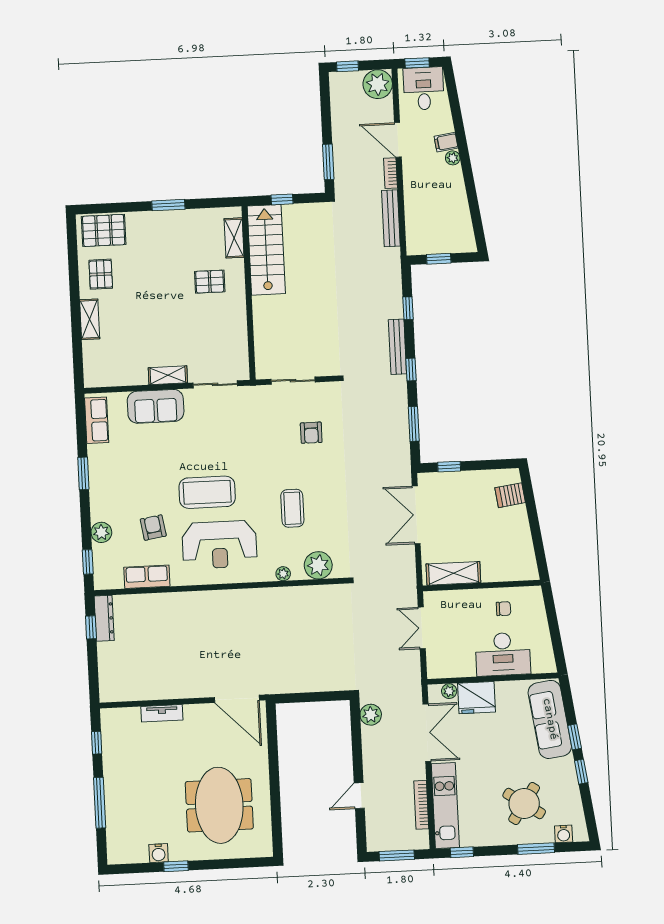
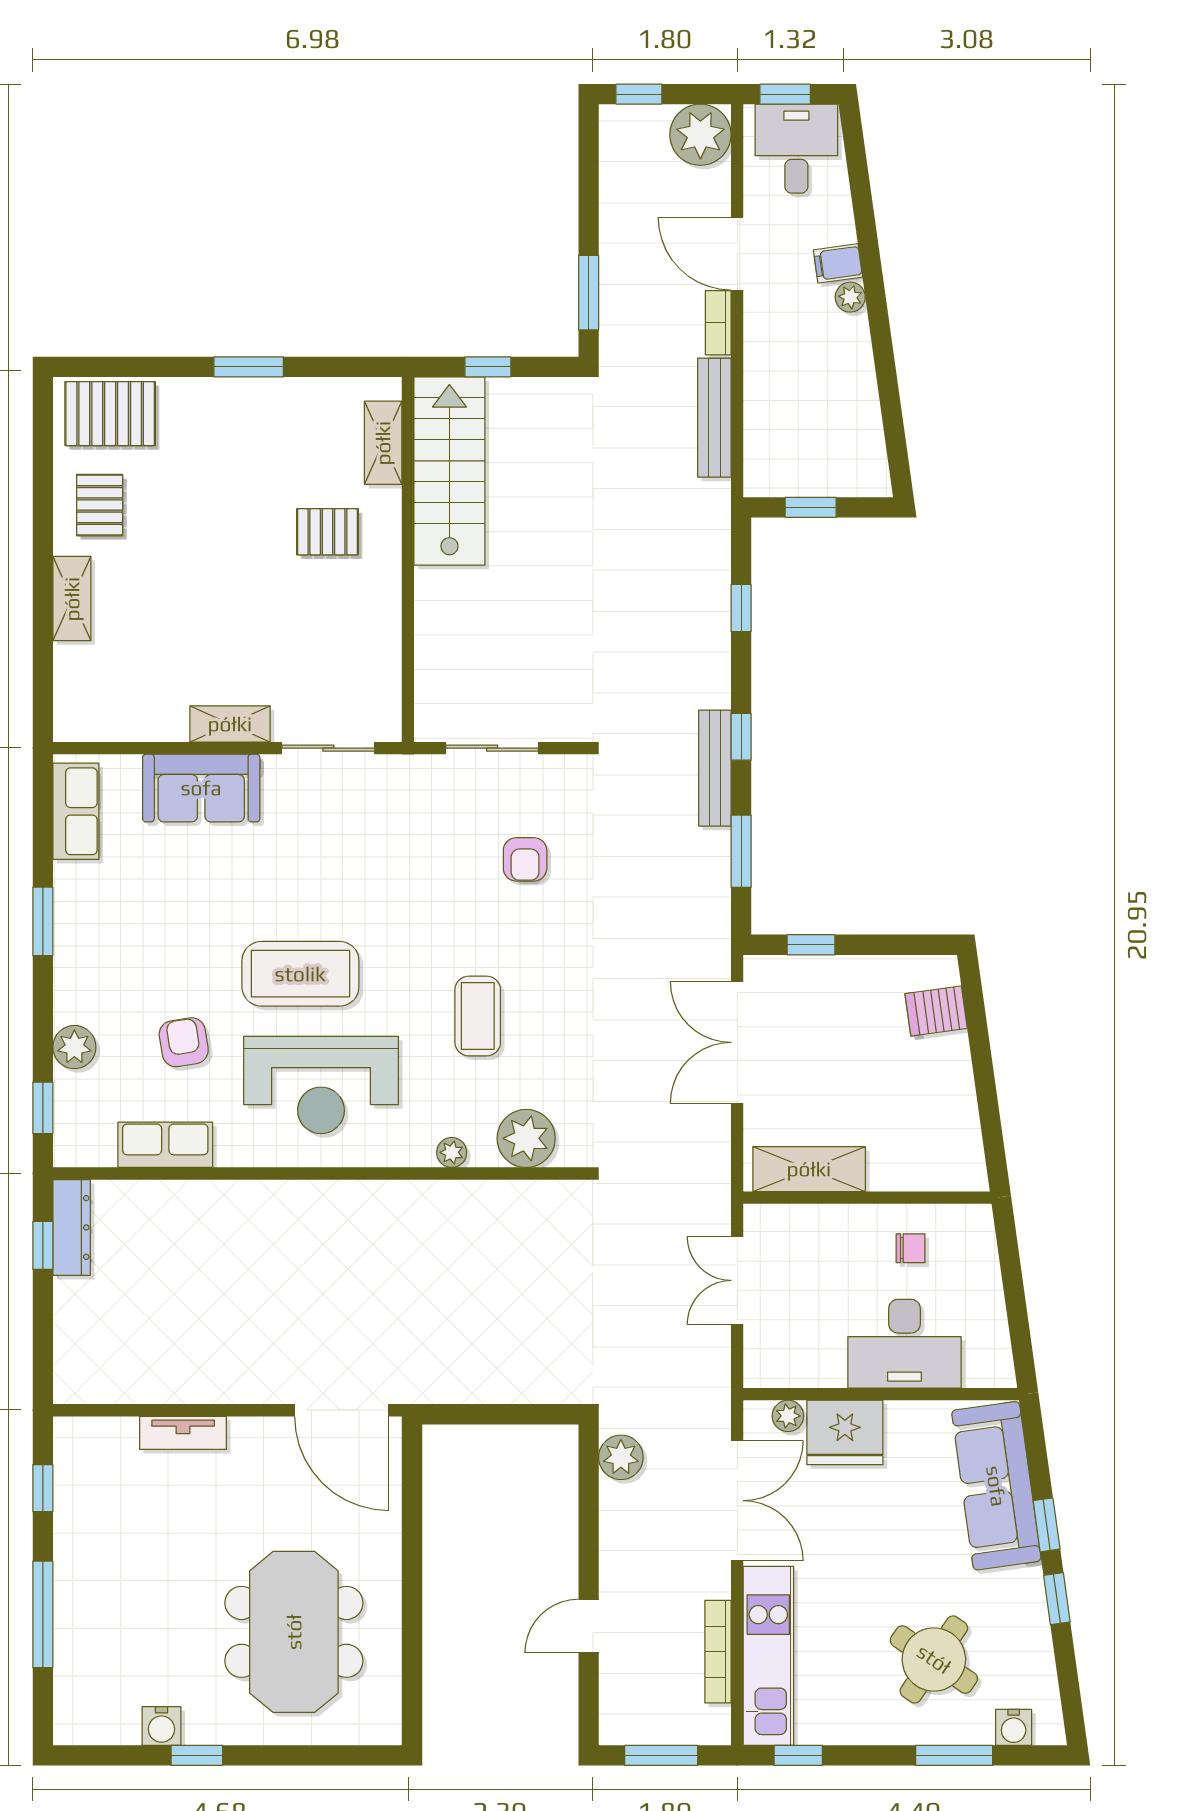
bench: (397, 347) -> (715, 768), moved

